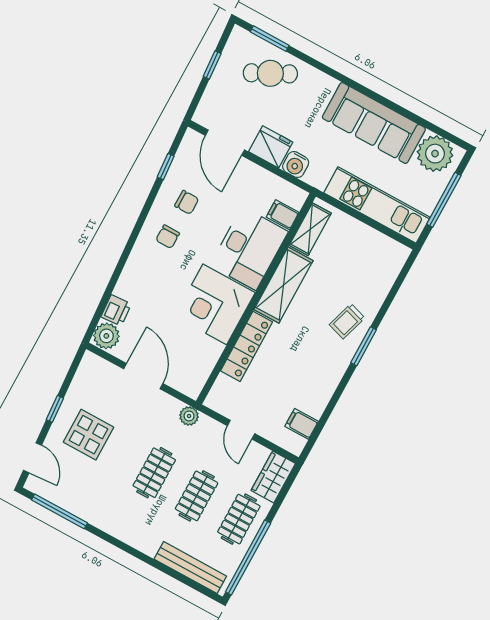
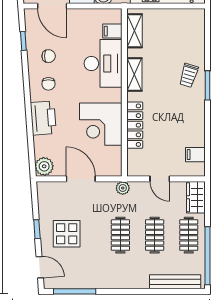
shelving: (284, 285) -> (134, 75), width x0.67, depth x0.75
corner desk: (215, 304) -> (101, 124), moved
printer: (116, 310) -> (43, 118), moved, width x1.87, depth x1.48

